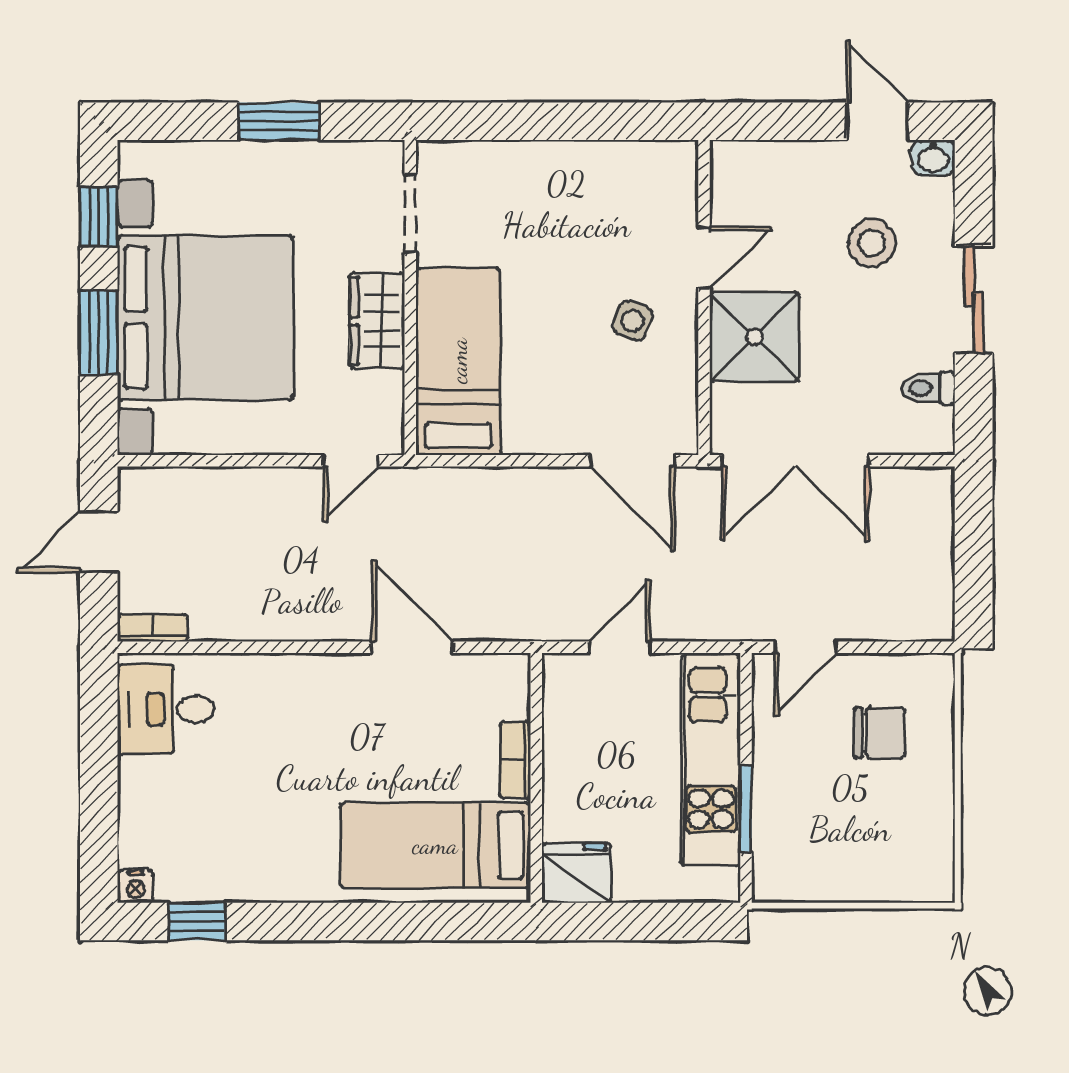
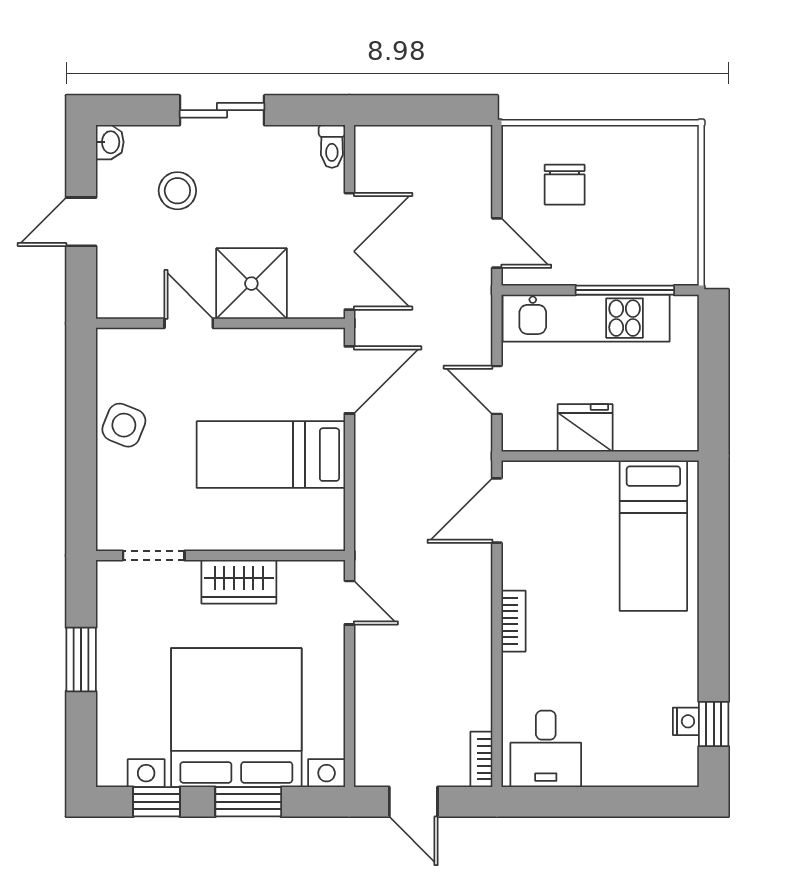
door: (877, 121) -> (81, 222), moved
side table: (632, 321) -> (124, 425), moved, width x1.37, depth x1.37
bed: (458, 361) -> (271, 455), moved
toilet: (928, 388) -> (332, 146), moved
door: (412, 647) -> (497, 510), moved
chair: (879, 733) -> (565, 185), turned 180
bookcase: (515, 760) -> (513, 621), moved, turned -90
window: (746, 809) -> (625, 290), width x1.44
fridge: (577, 873) -> (585, 428), moved, turned 90
nightstand: (136, 886) -> (686, 721), moved

